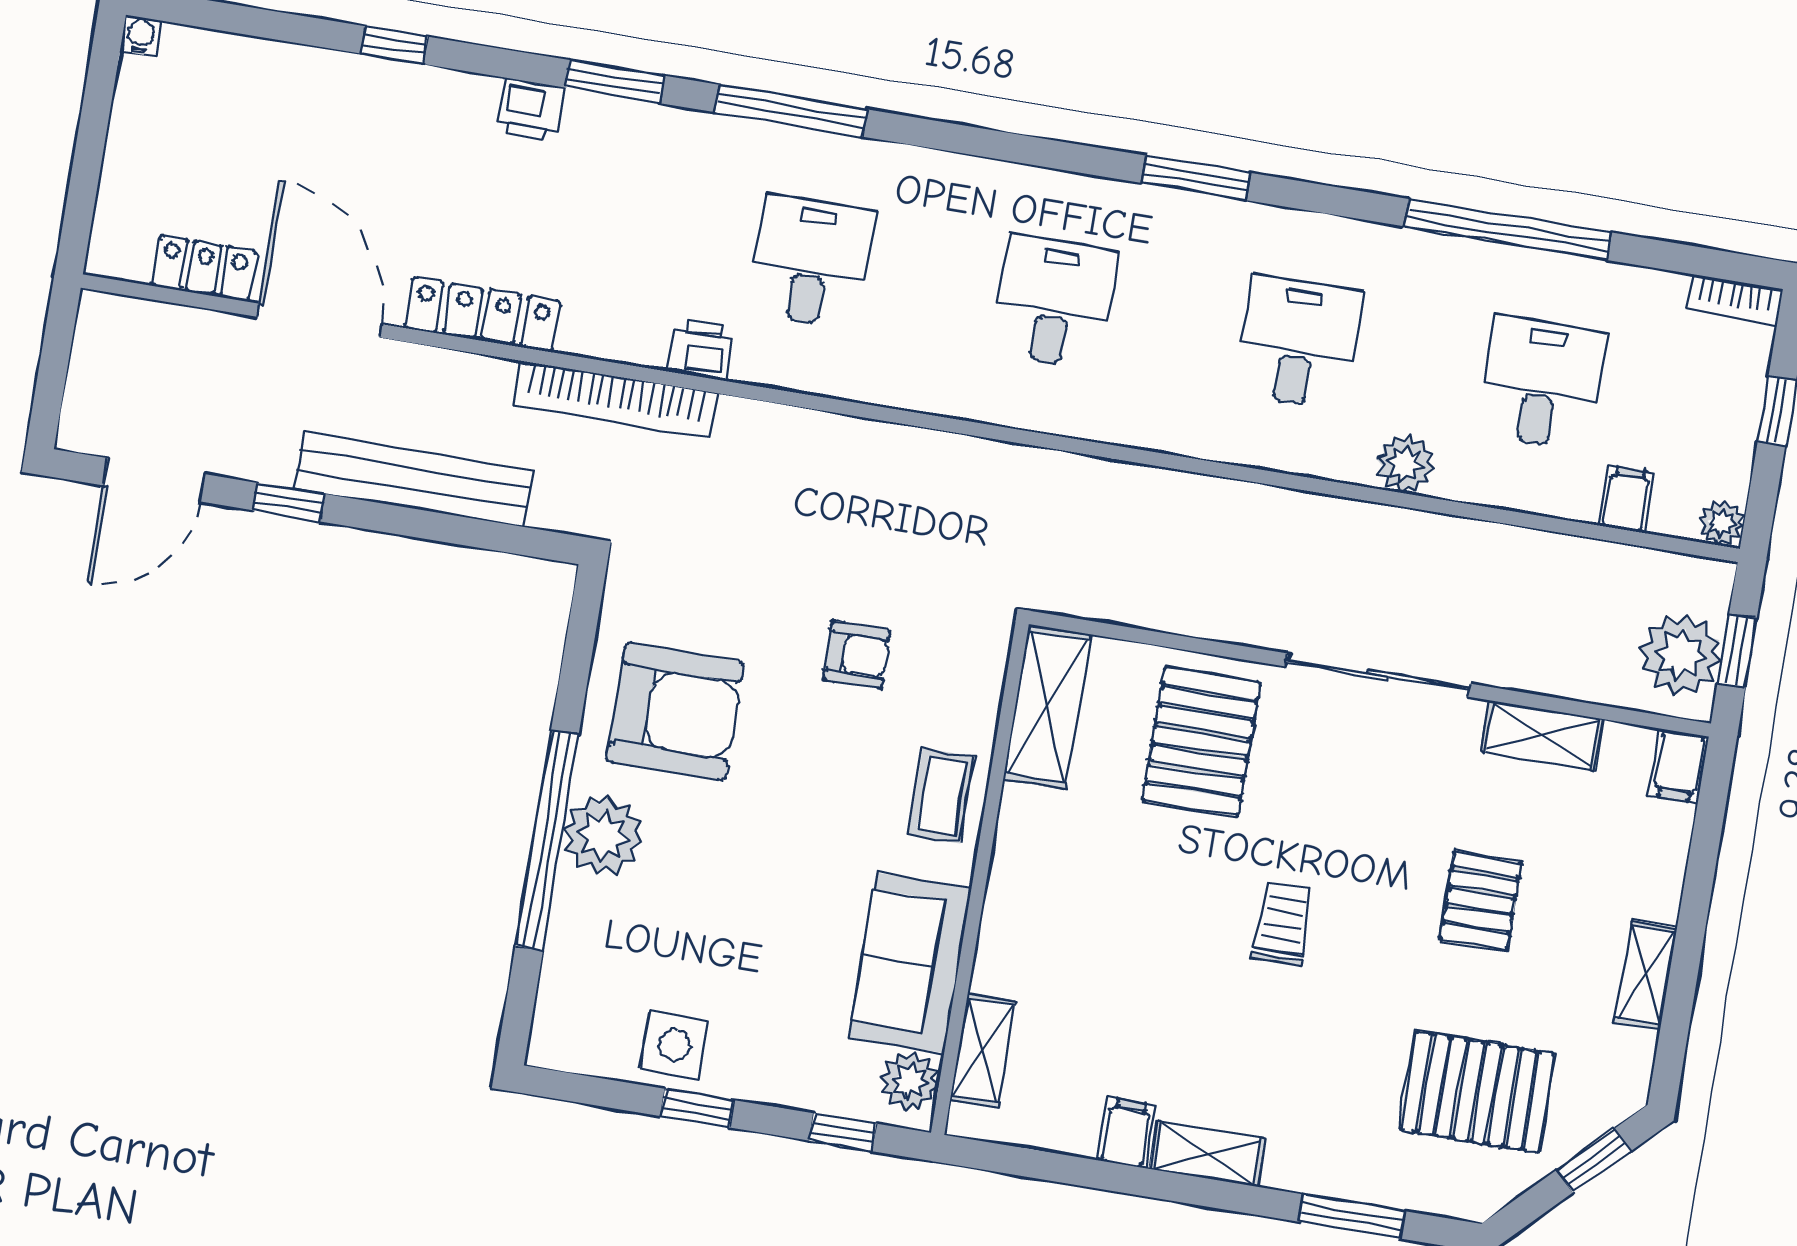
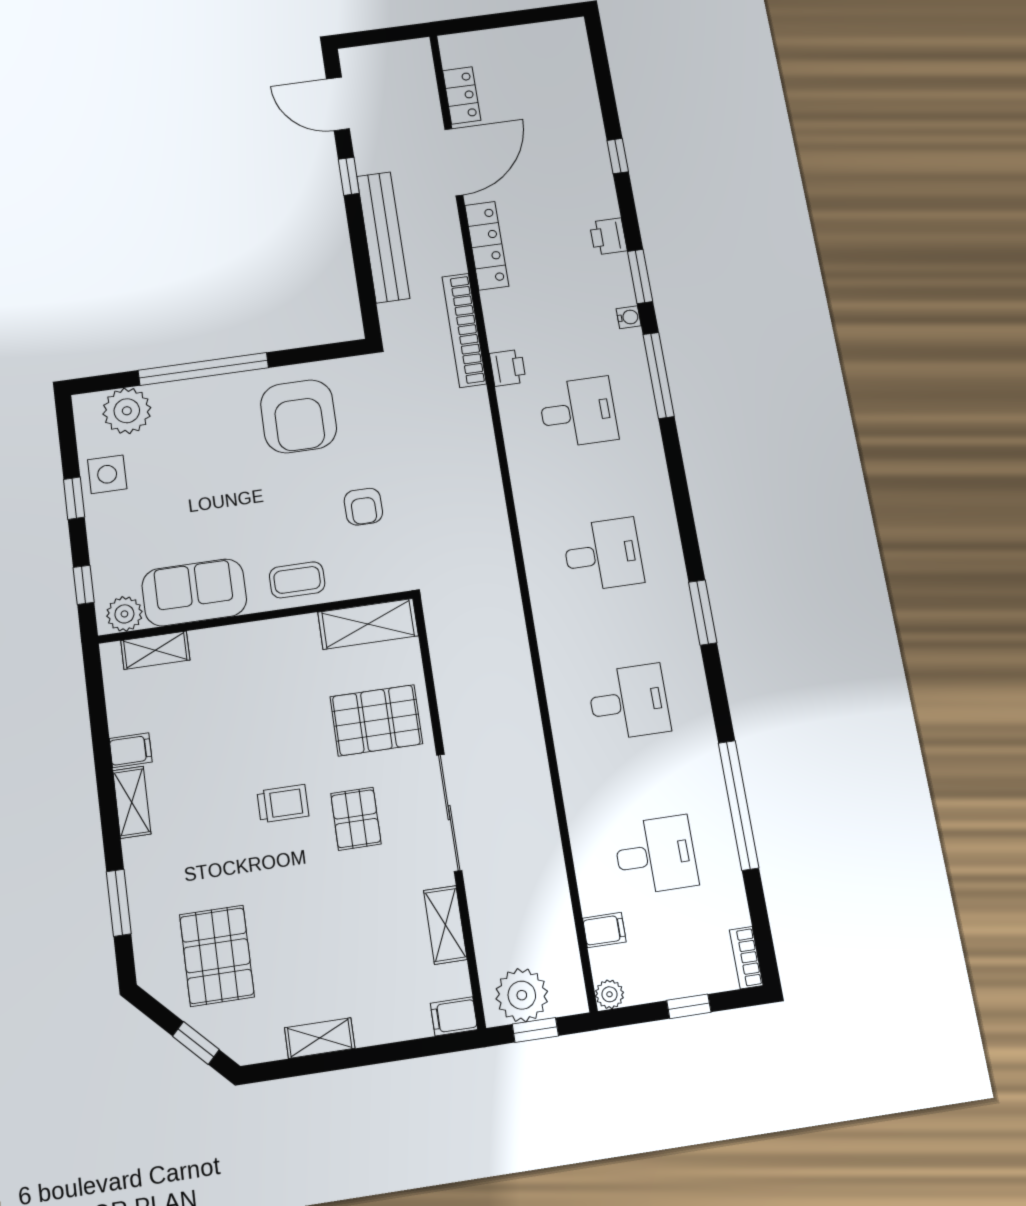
water cooler: (141, 36) -> (629, 317), moved
plant: (1405, 464) -> (580, 788), removed
plant: (603, 835) -> (127, 411), moved
pallet: (1481, 901) -> (356, 819), moved, turned 90

